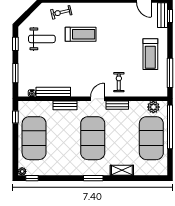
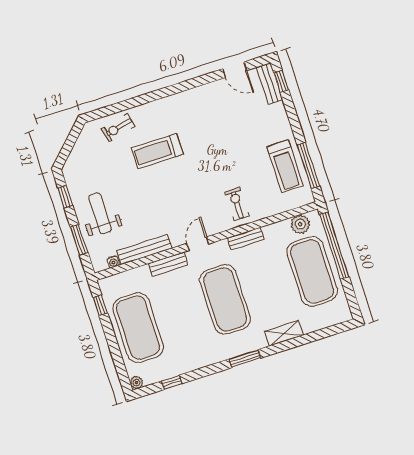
treadmill: (81, 34) -> (157, 151), turned 180
weight bench: (42, 39) -> (100, 213), moved, turned -90
treadmill: (150, 54) -> (285, 166), moved
door: (98, 99) -> (198, 244), moved
window: (32, 178) -> (172, 382), moved

